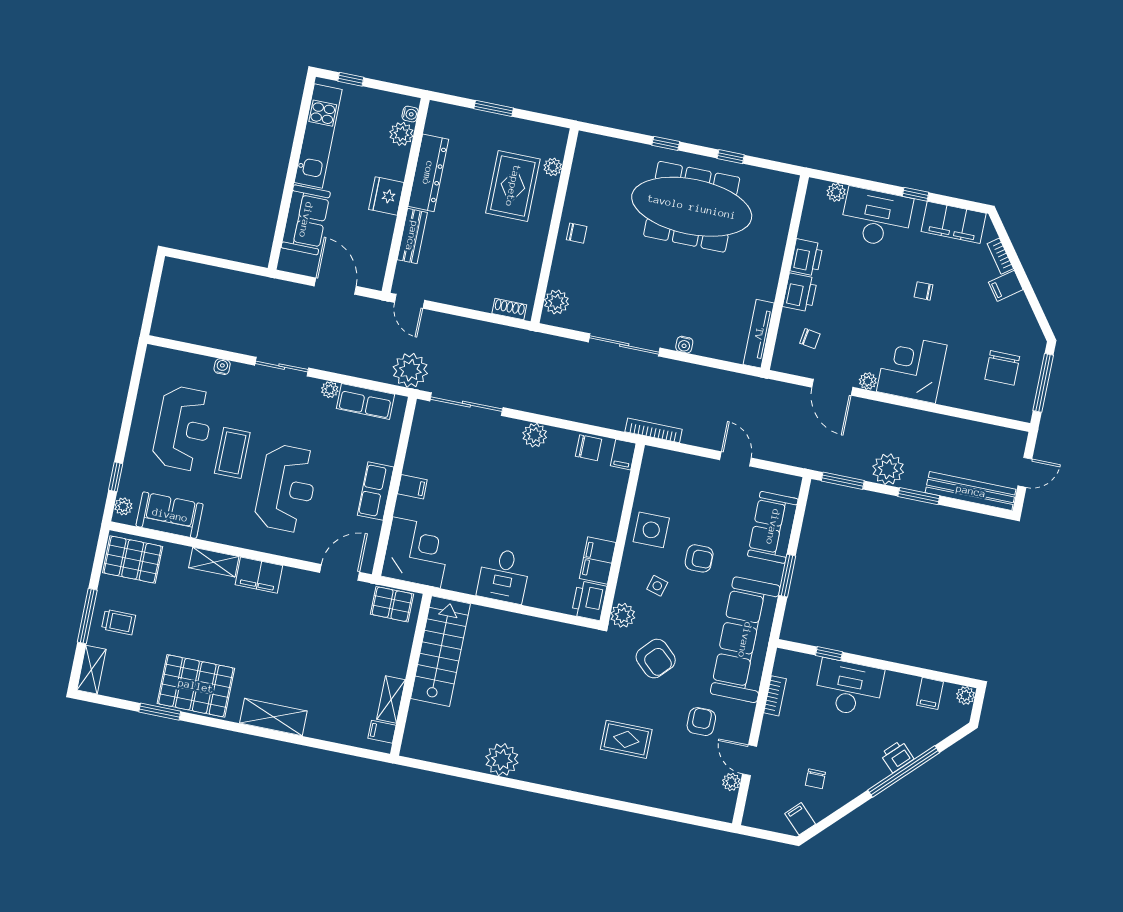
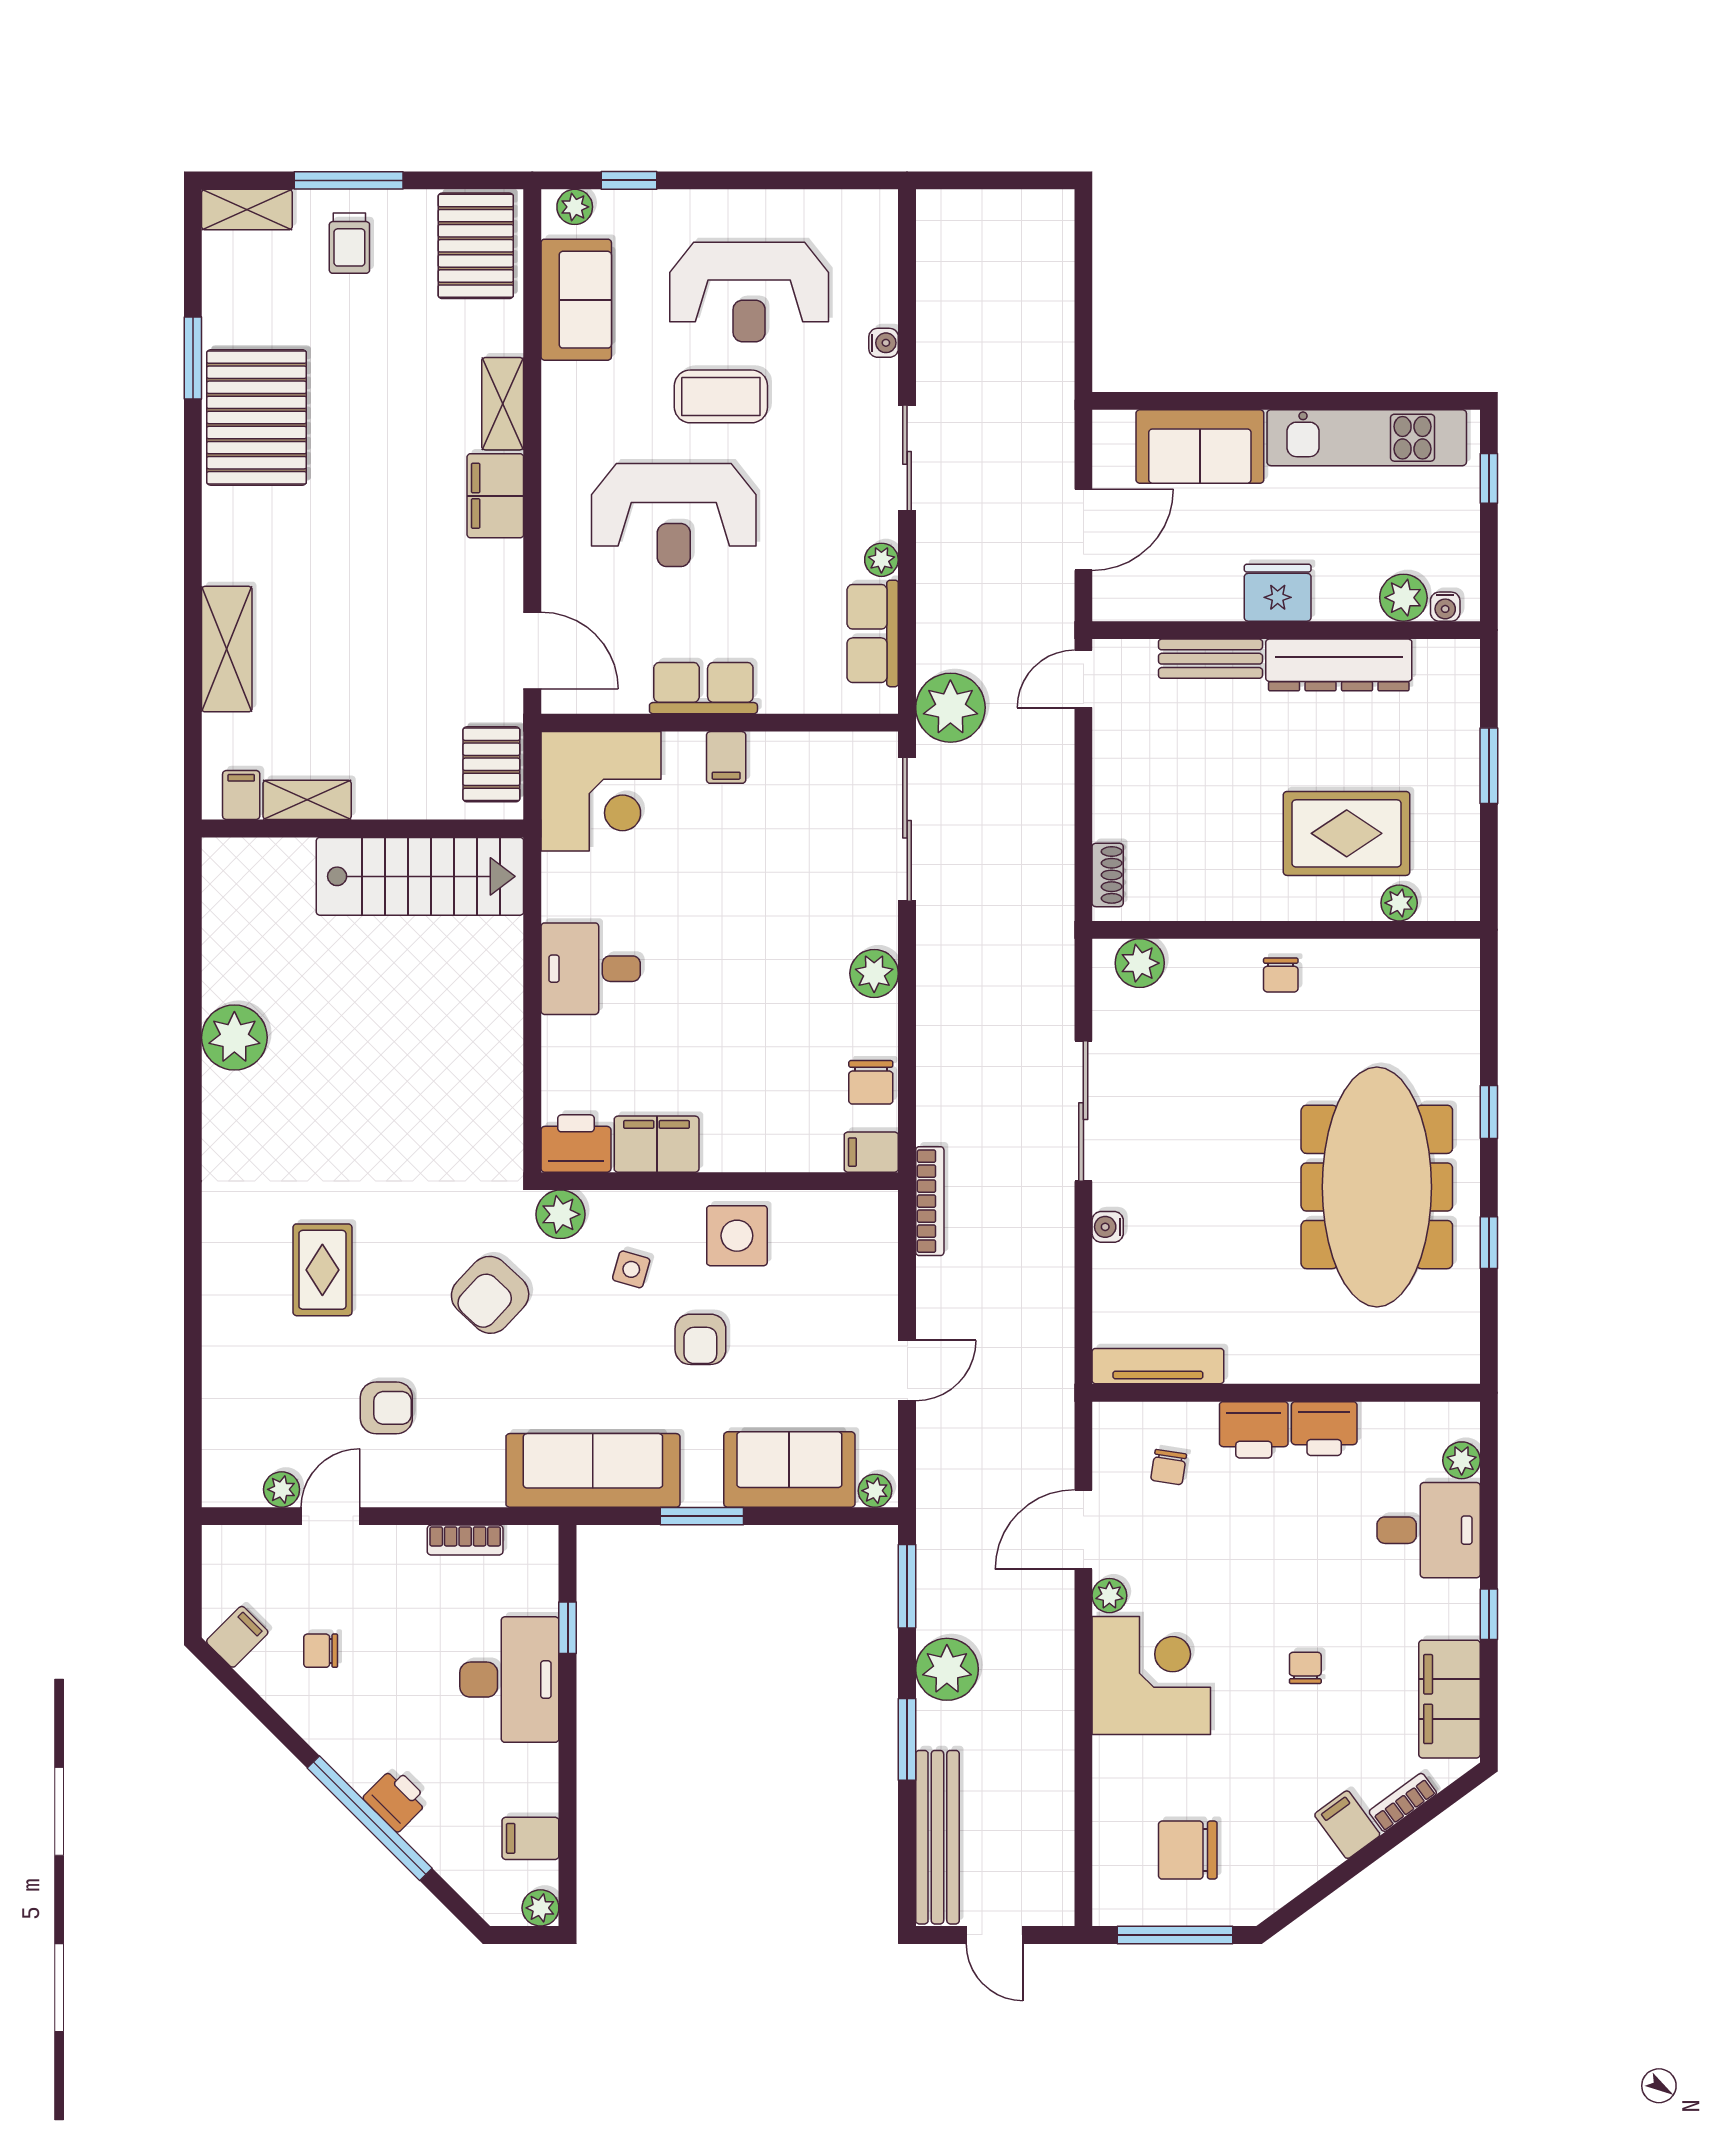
desk: (876, 218) -> (1429, 1530), width x0.73
plant: (792, 487) -> (875, 1491), added
sofa: (745, 640) -> (593, 1470), width x0.74, depth x0.79
shelving: (273, 717) -> (227, 649), moved

